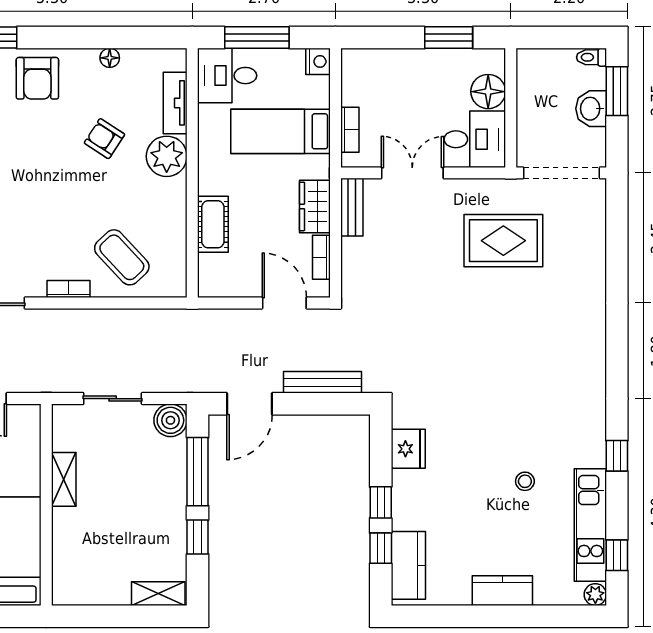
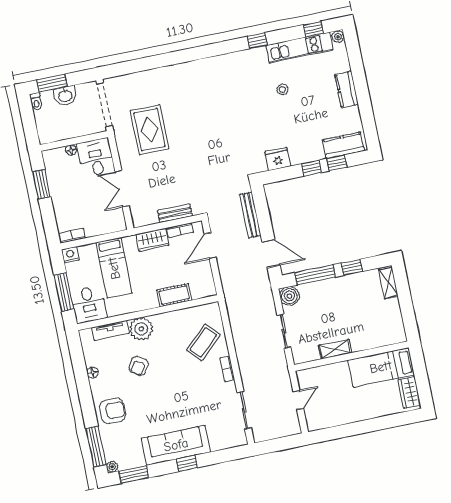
floor lamp: (488, 92) -> (71, 150), width x0.53, depth x0.53
bookcase: (350, 130) -> (72, 236), moved
bench: (352, 207) -> (175, 213), moved

